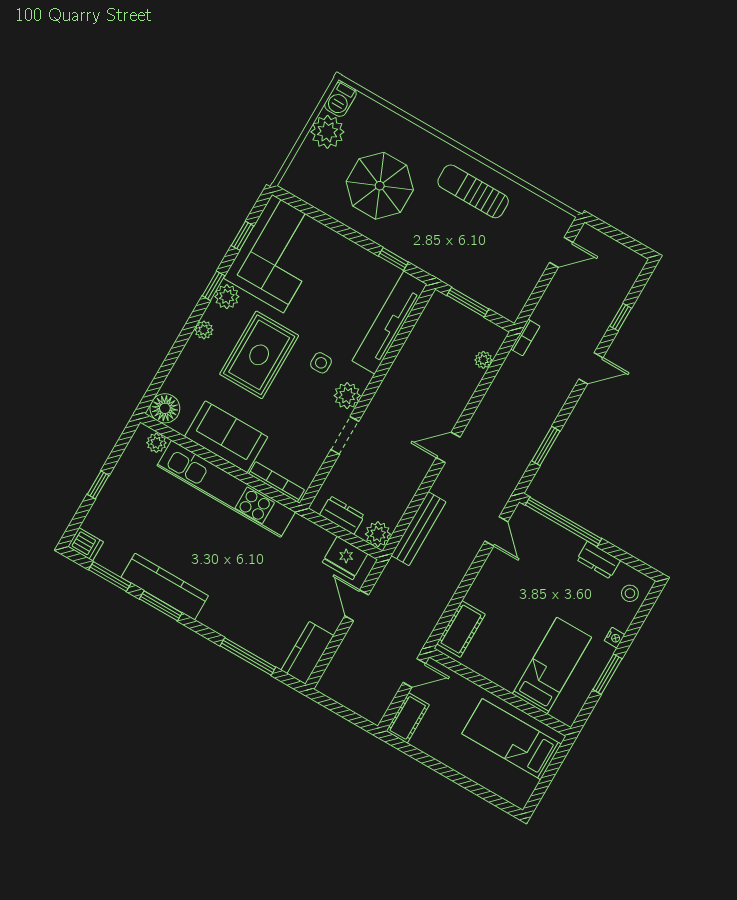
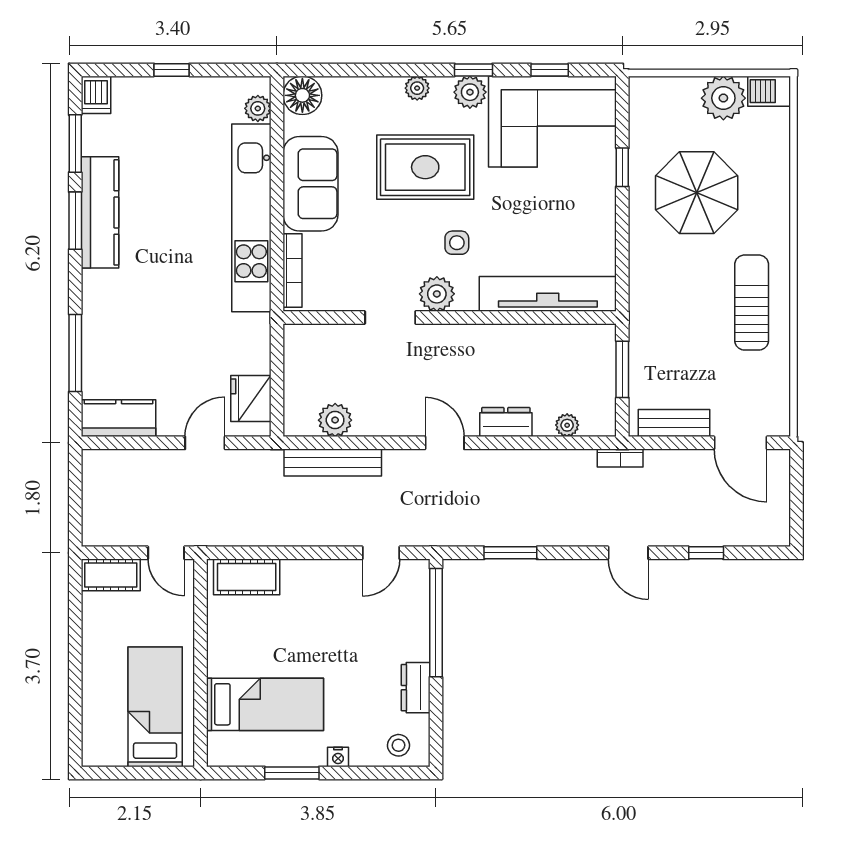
door: (561, 252) -> (740, 443), width x1.38
window: (393, 259) -> (622, 167), moved
bench: (523, 289) -> (674, 423), added
dresser: (342, 515) -> (506, 422), moved, turned -90
plant: (378, 534) -> (335, 420), moved

